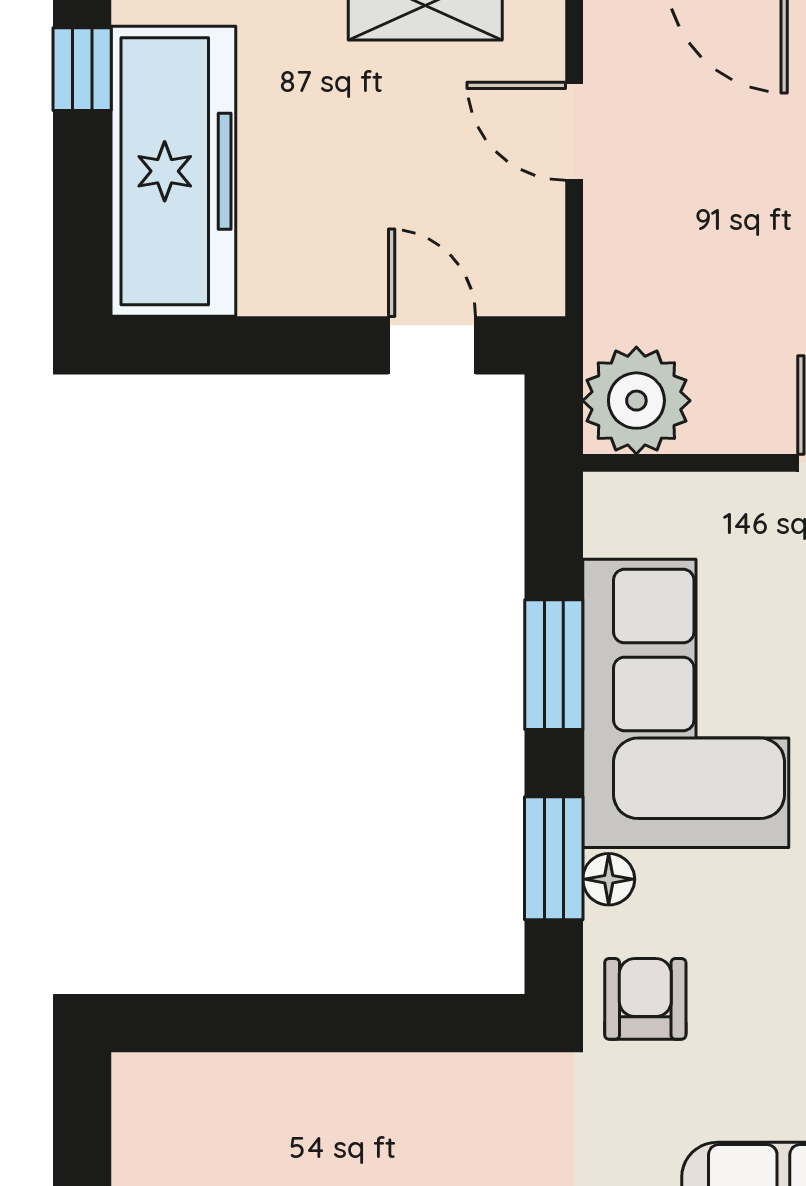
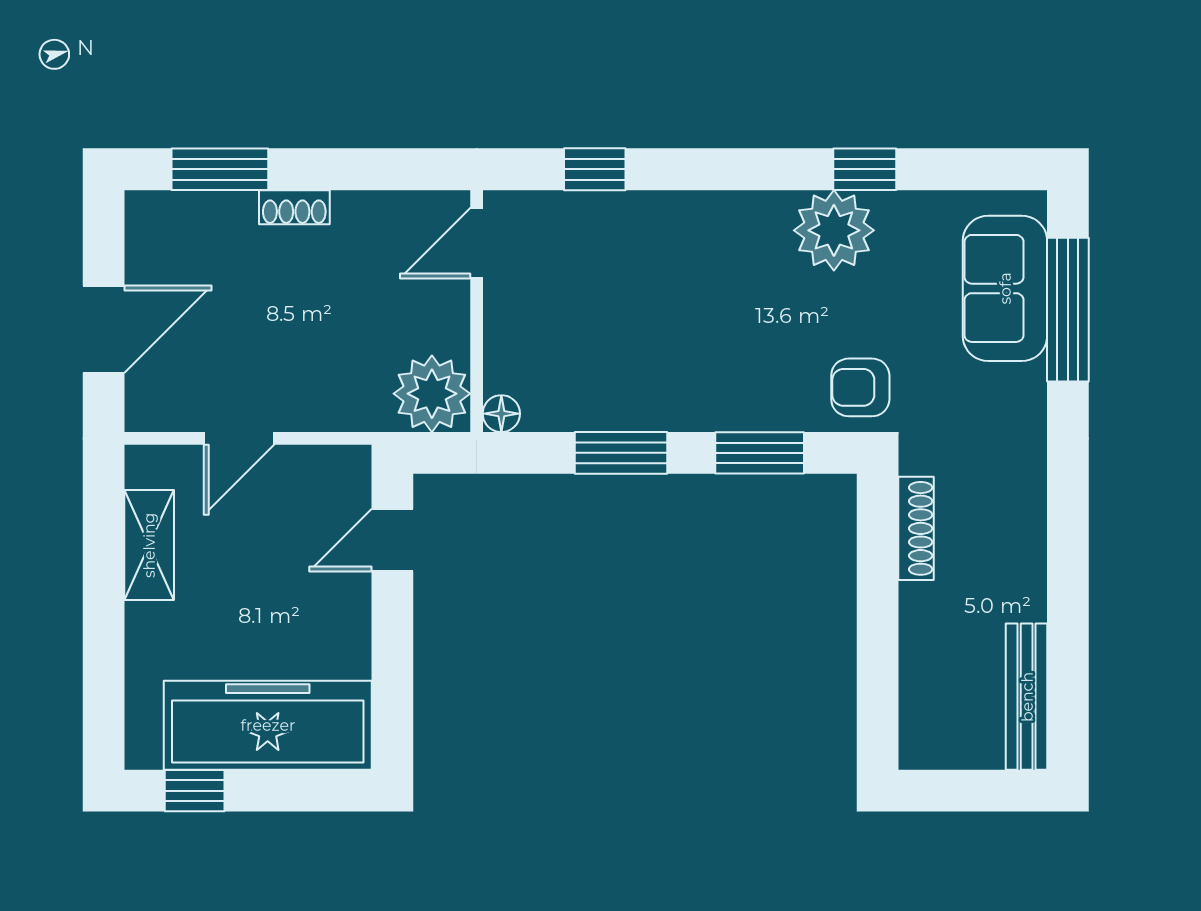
corner sofa: (686, 703) -> (649, 358), removed
floor lamp: (609, 879) -> (501, 414), moved
shoe rack: (448, 1077) -> (916, 528), added

